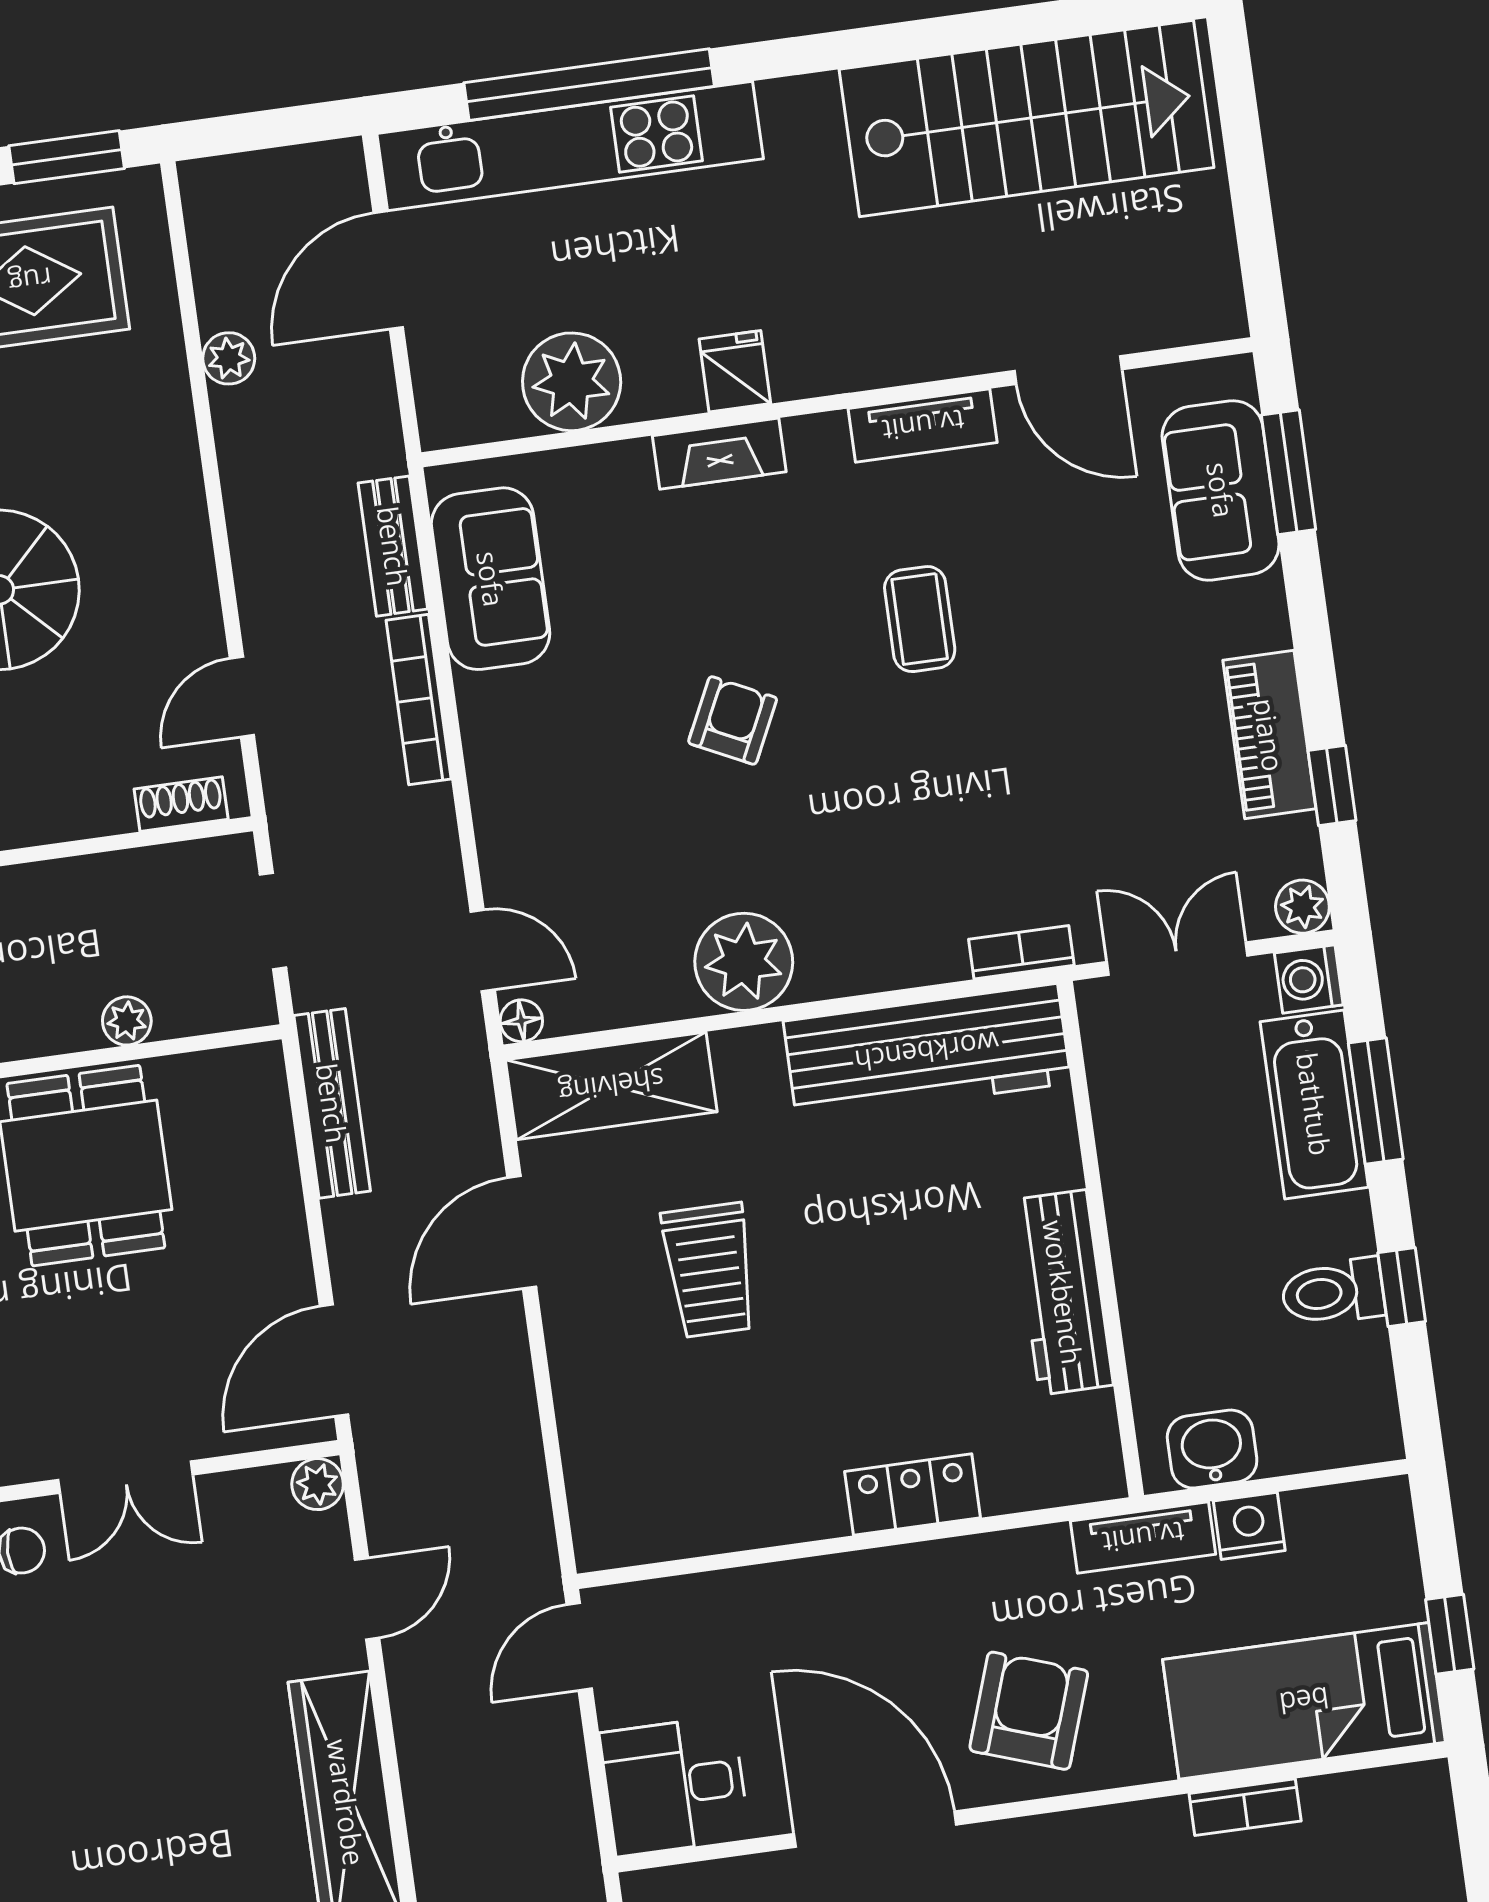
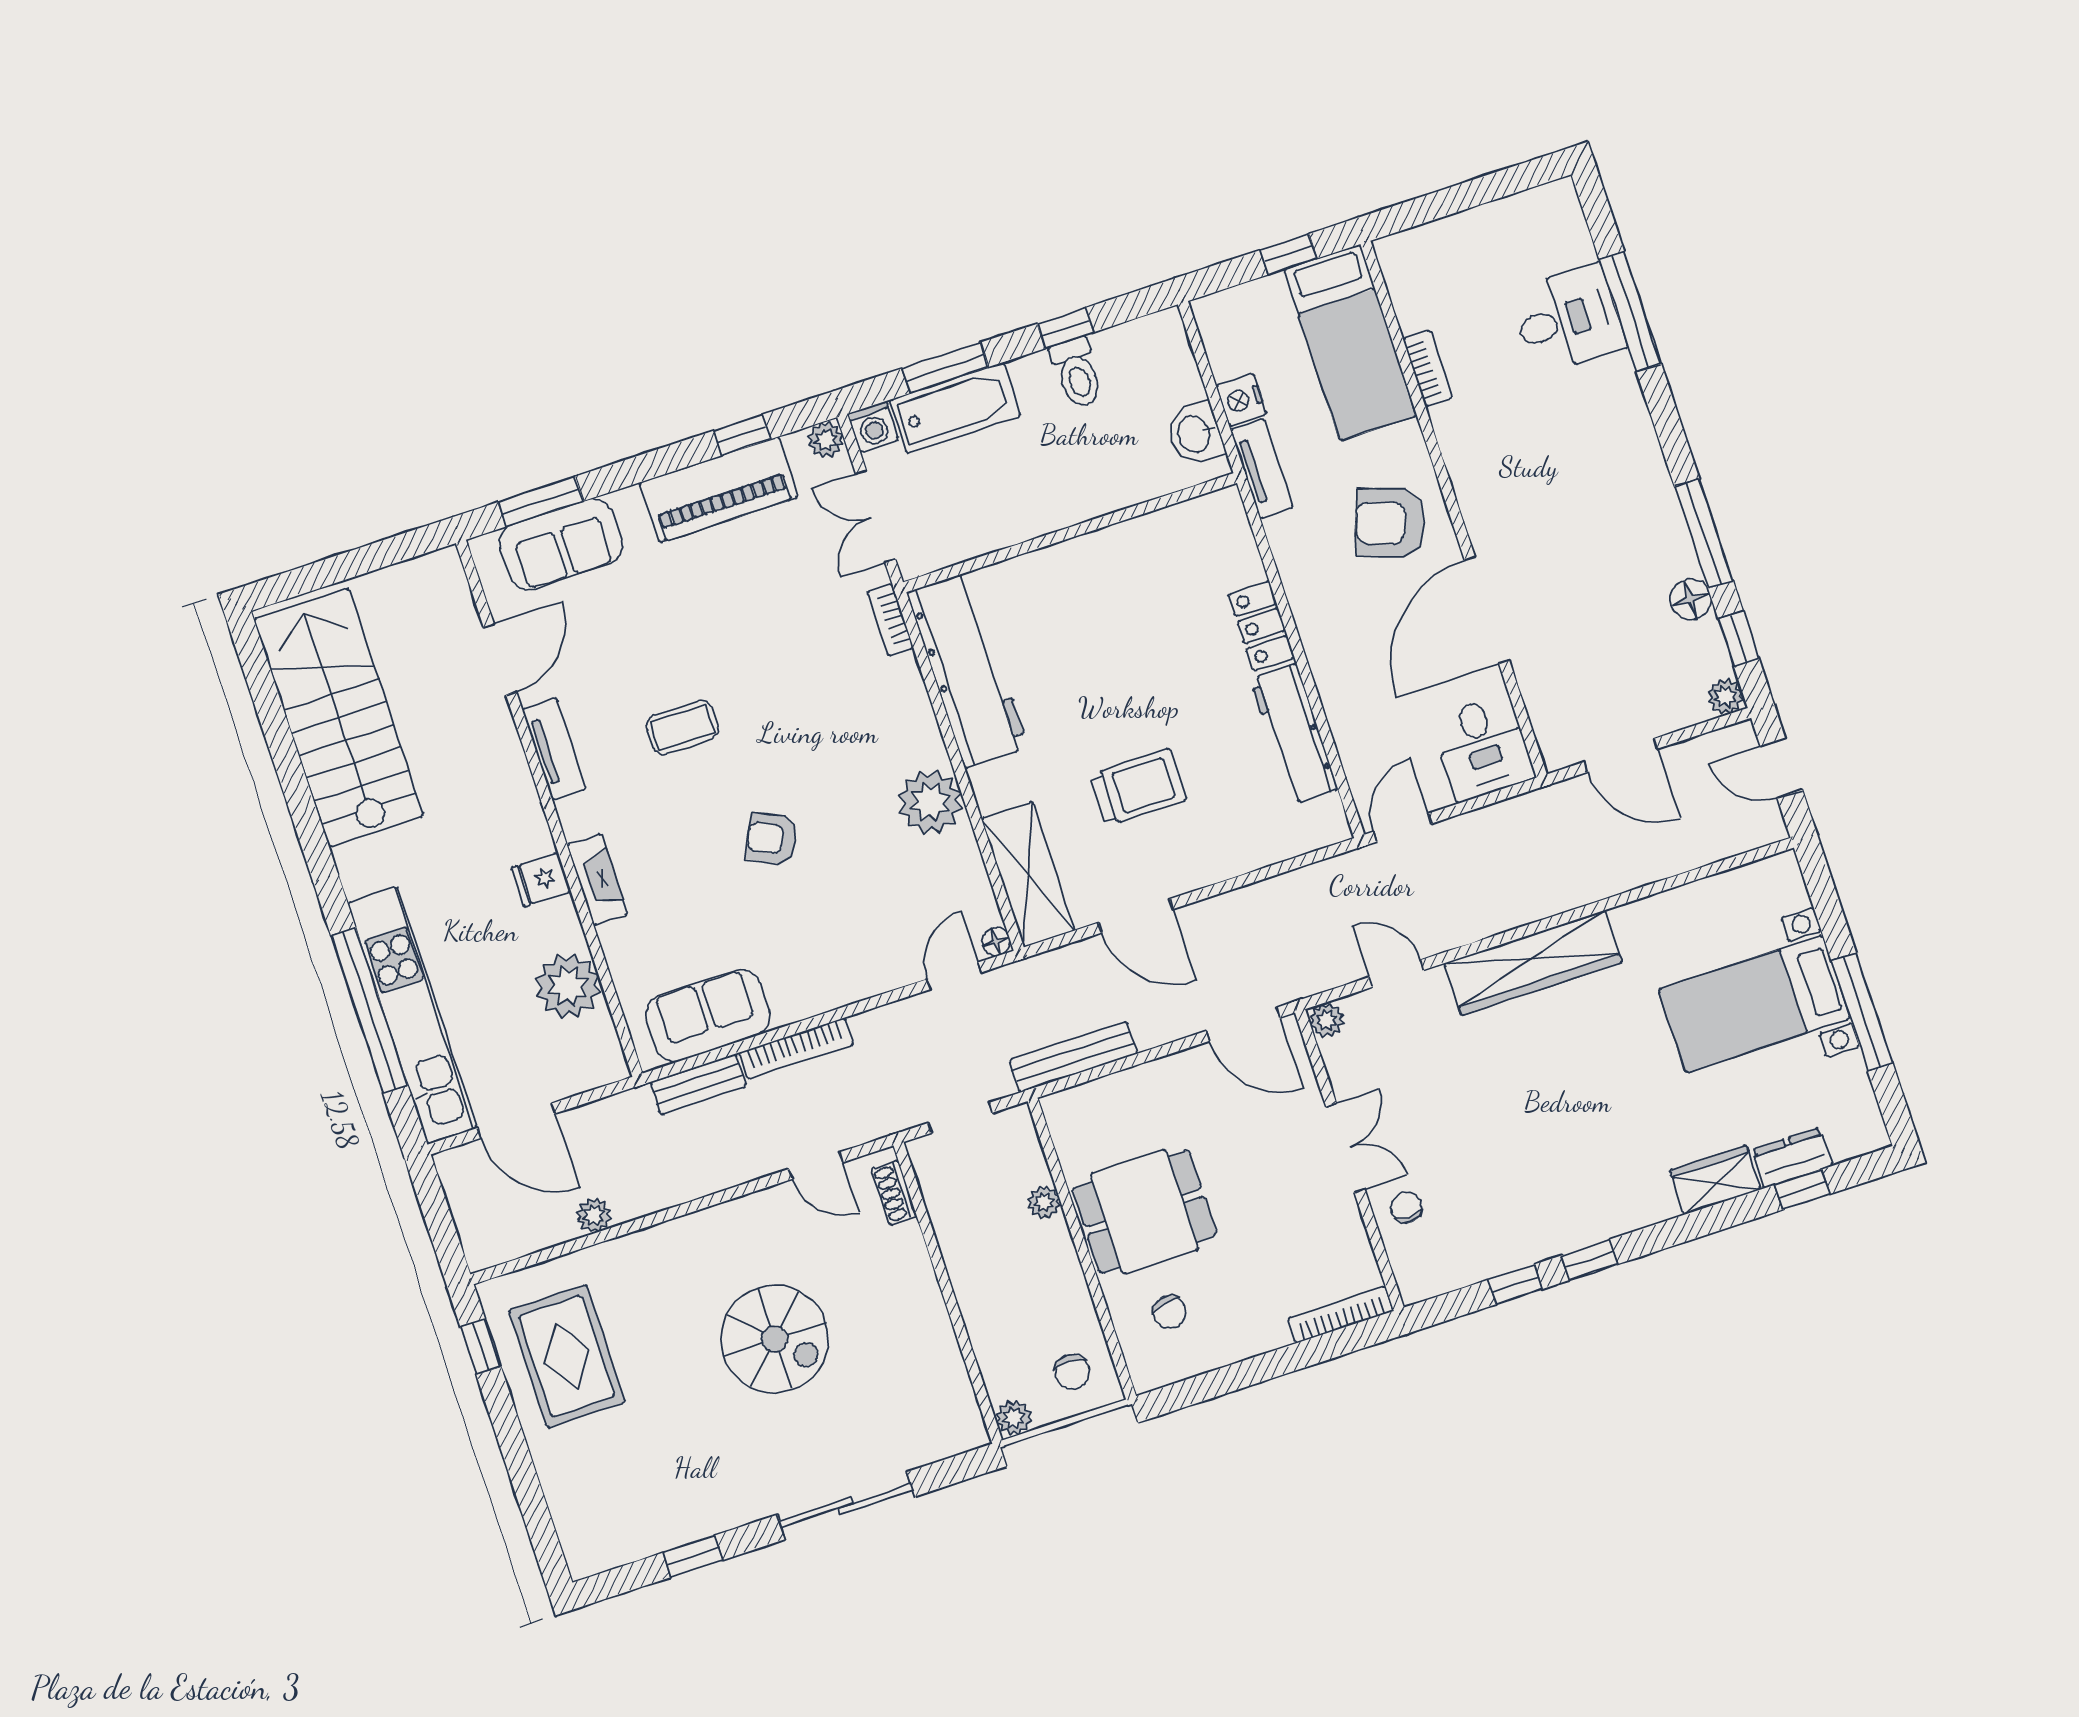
window: (67, 157) -> (481, 1347), width x0.67
piano: (1269, 735) -> (719, 490), width x1.37, depth x1.33
workbench: (1063, 1292) -> (1294, 734), moved, turned 90
door: (579, 1647) -> (1402, 828), swing flipped

